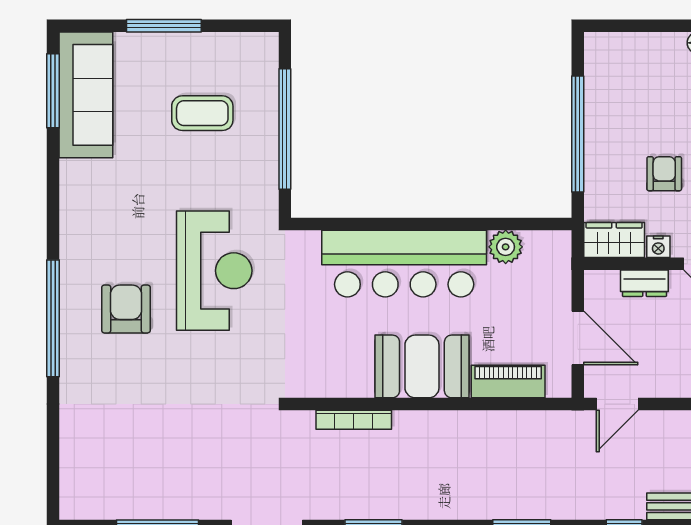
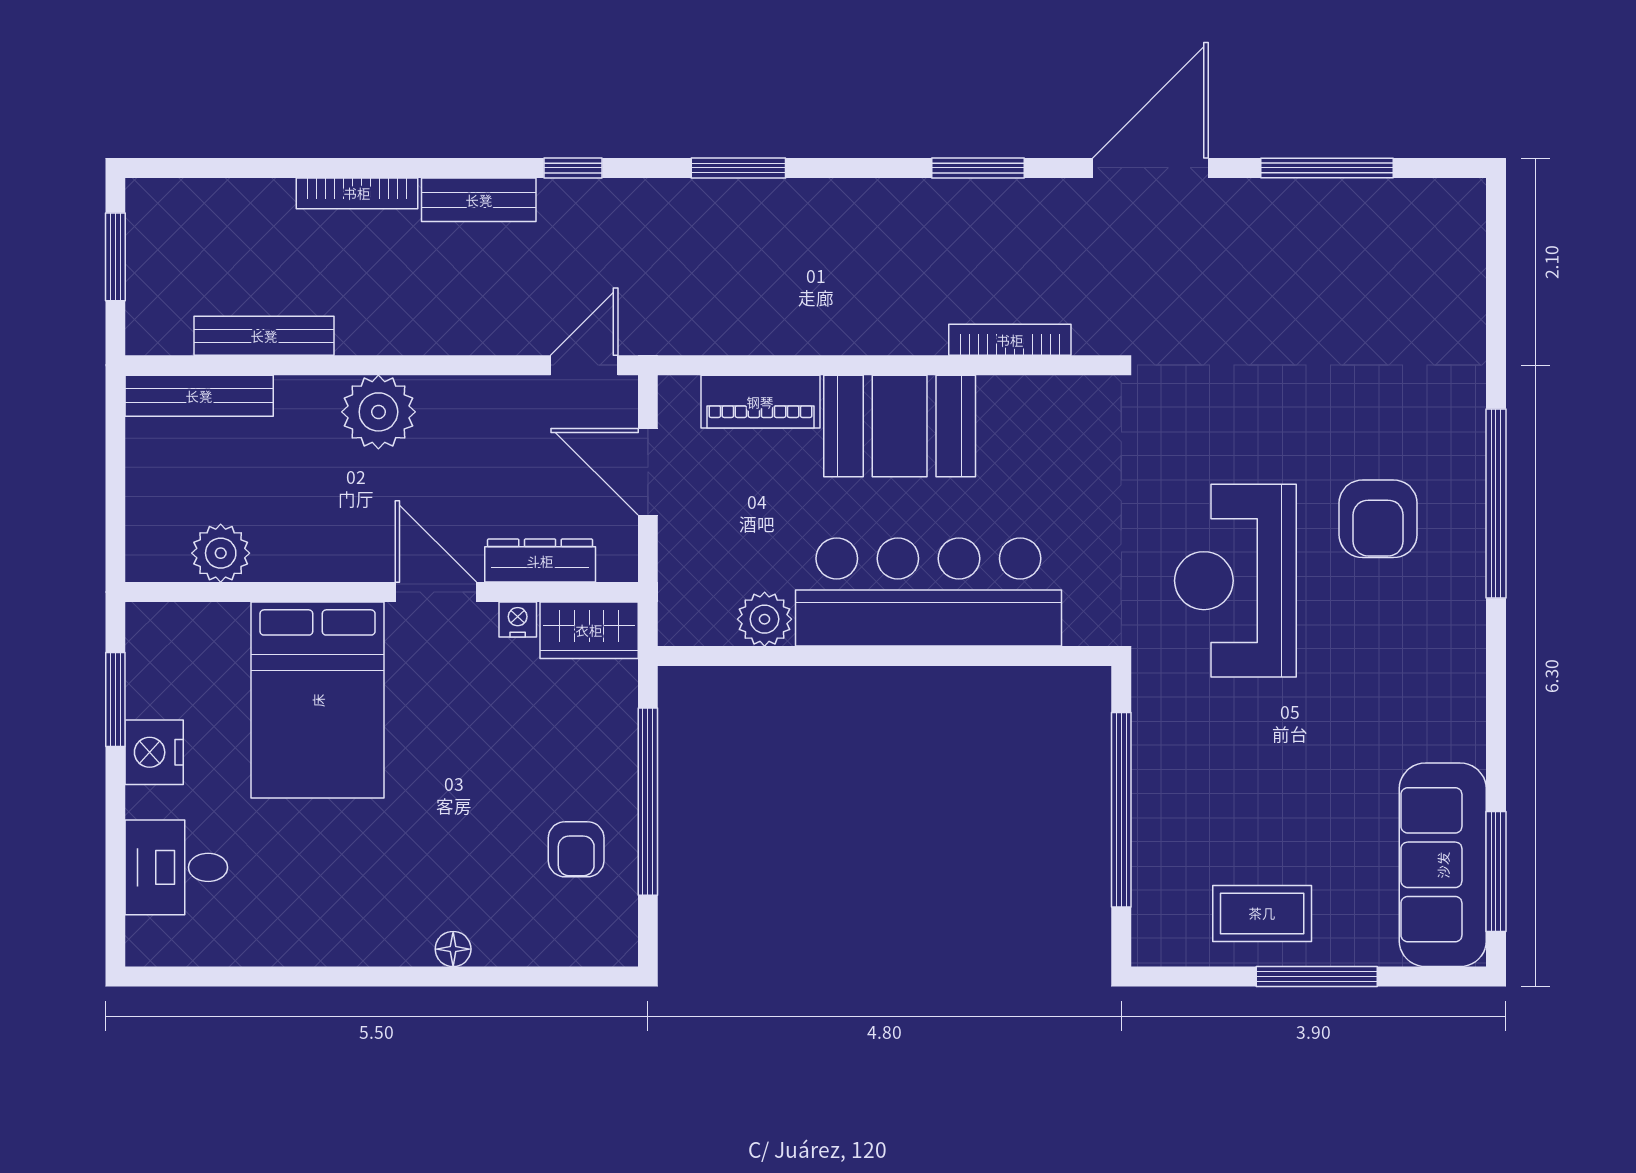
coffee table: (202, 113) -> (1262, 913), moved
armchair: (664, 174) -> (576, 849), moved
dresser: (644, 283) -> (540, 561), width x1.44

